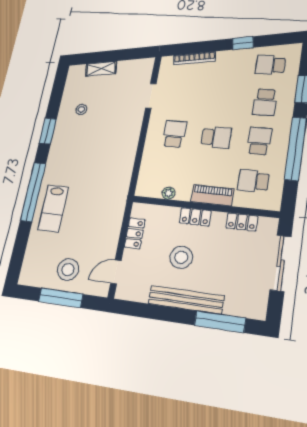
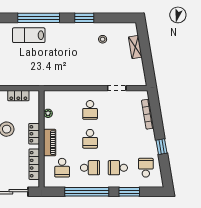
school desk: (174, 134) -> (90, 110), turned 90
school desk: (253, 181) -> (62, 168), turned 180
locker: (242, 222) -> (34, 164), width x1.53

